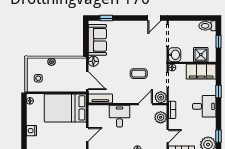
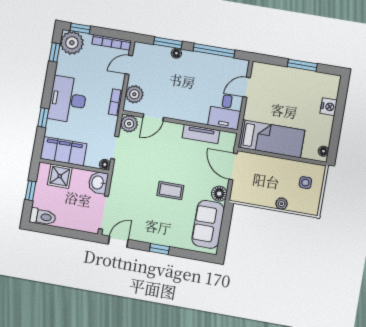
window: (106, 18) -> (159, 249), moved
coffee table: (139, 74) -> (170, 191), moved
tv unit: (100, 98) -> (201, 134), moved
desk: (204, 106) -> (68, 100), width x1.37
bed: (65, 108) -> (271, 139), width x0.67
desk: (119, 116) -> (225, 111), moved

